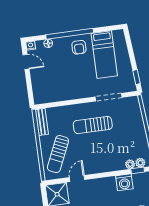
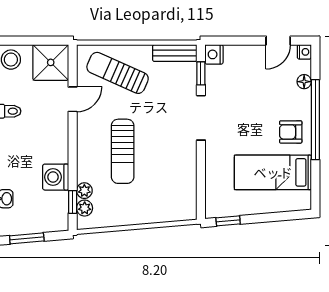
doorway: (108, 97) -> (201, 118), moved
nightstand: (39, 99) -> (214, 54), added
window: (52, 105) -> (201, 73), added
sun lounger: (93, 125) -> (123, 151), moved, turned 180
door: (77, 178) -> (73, 99), hinge flipped

